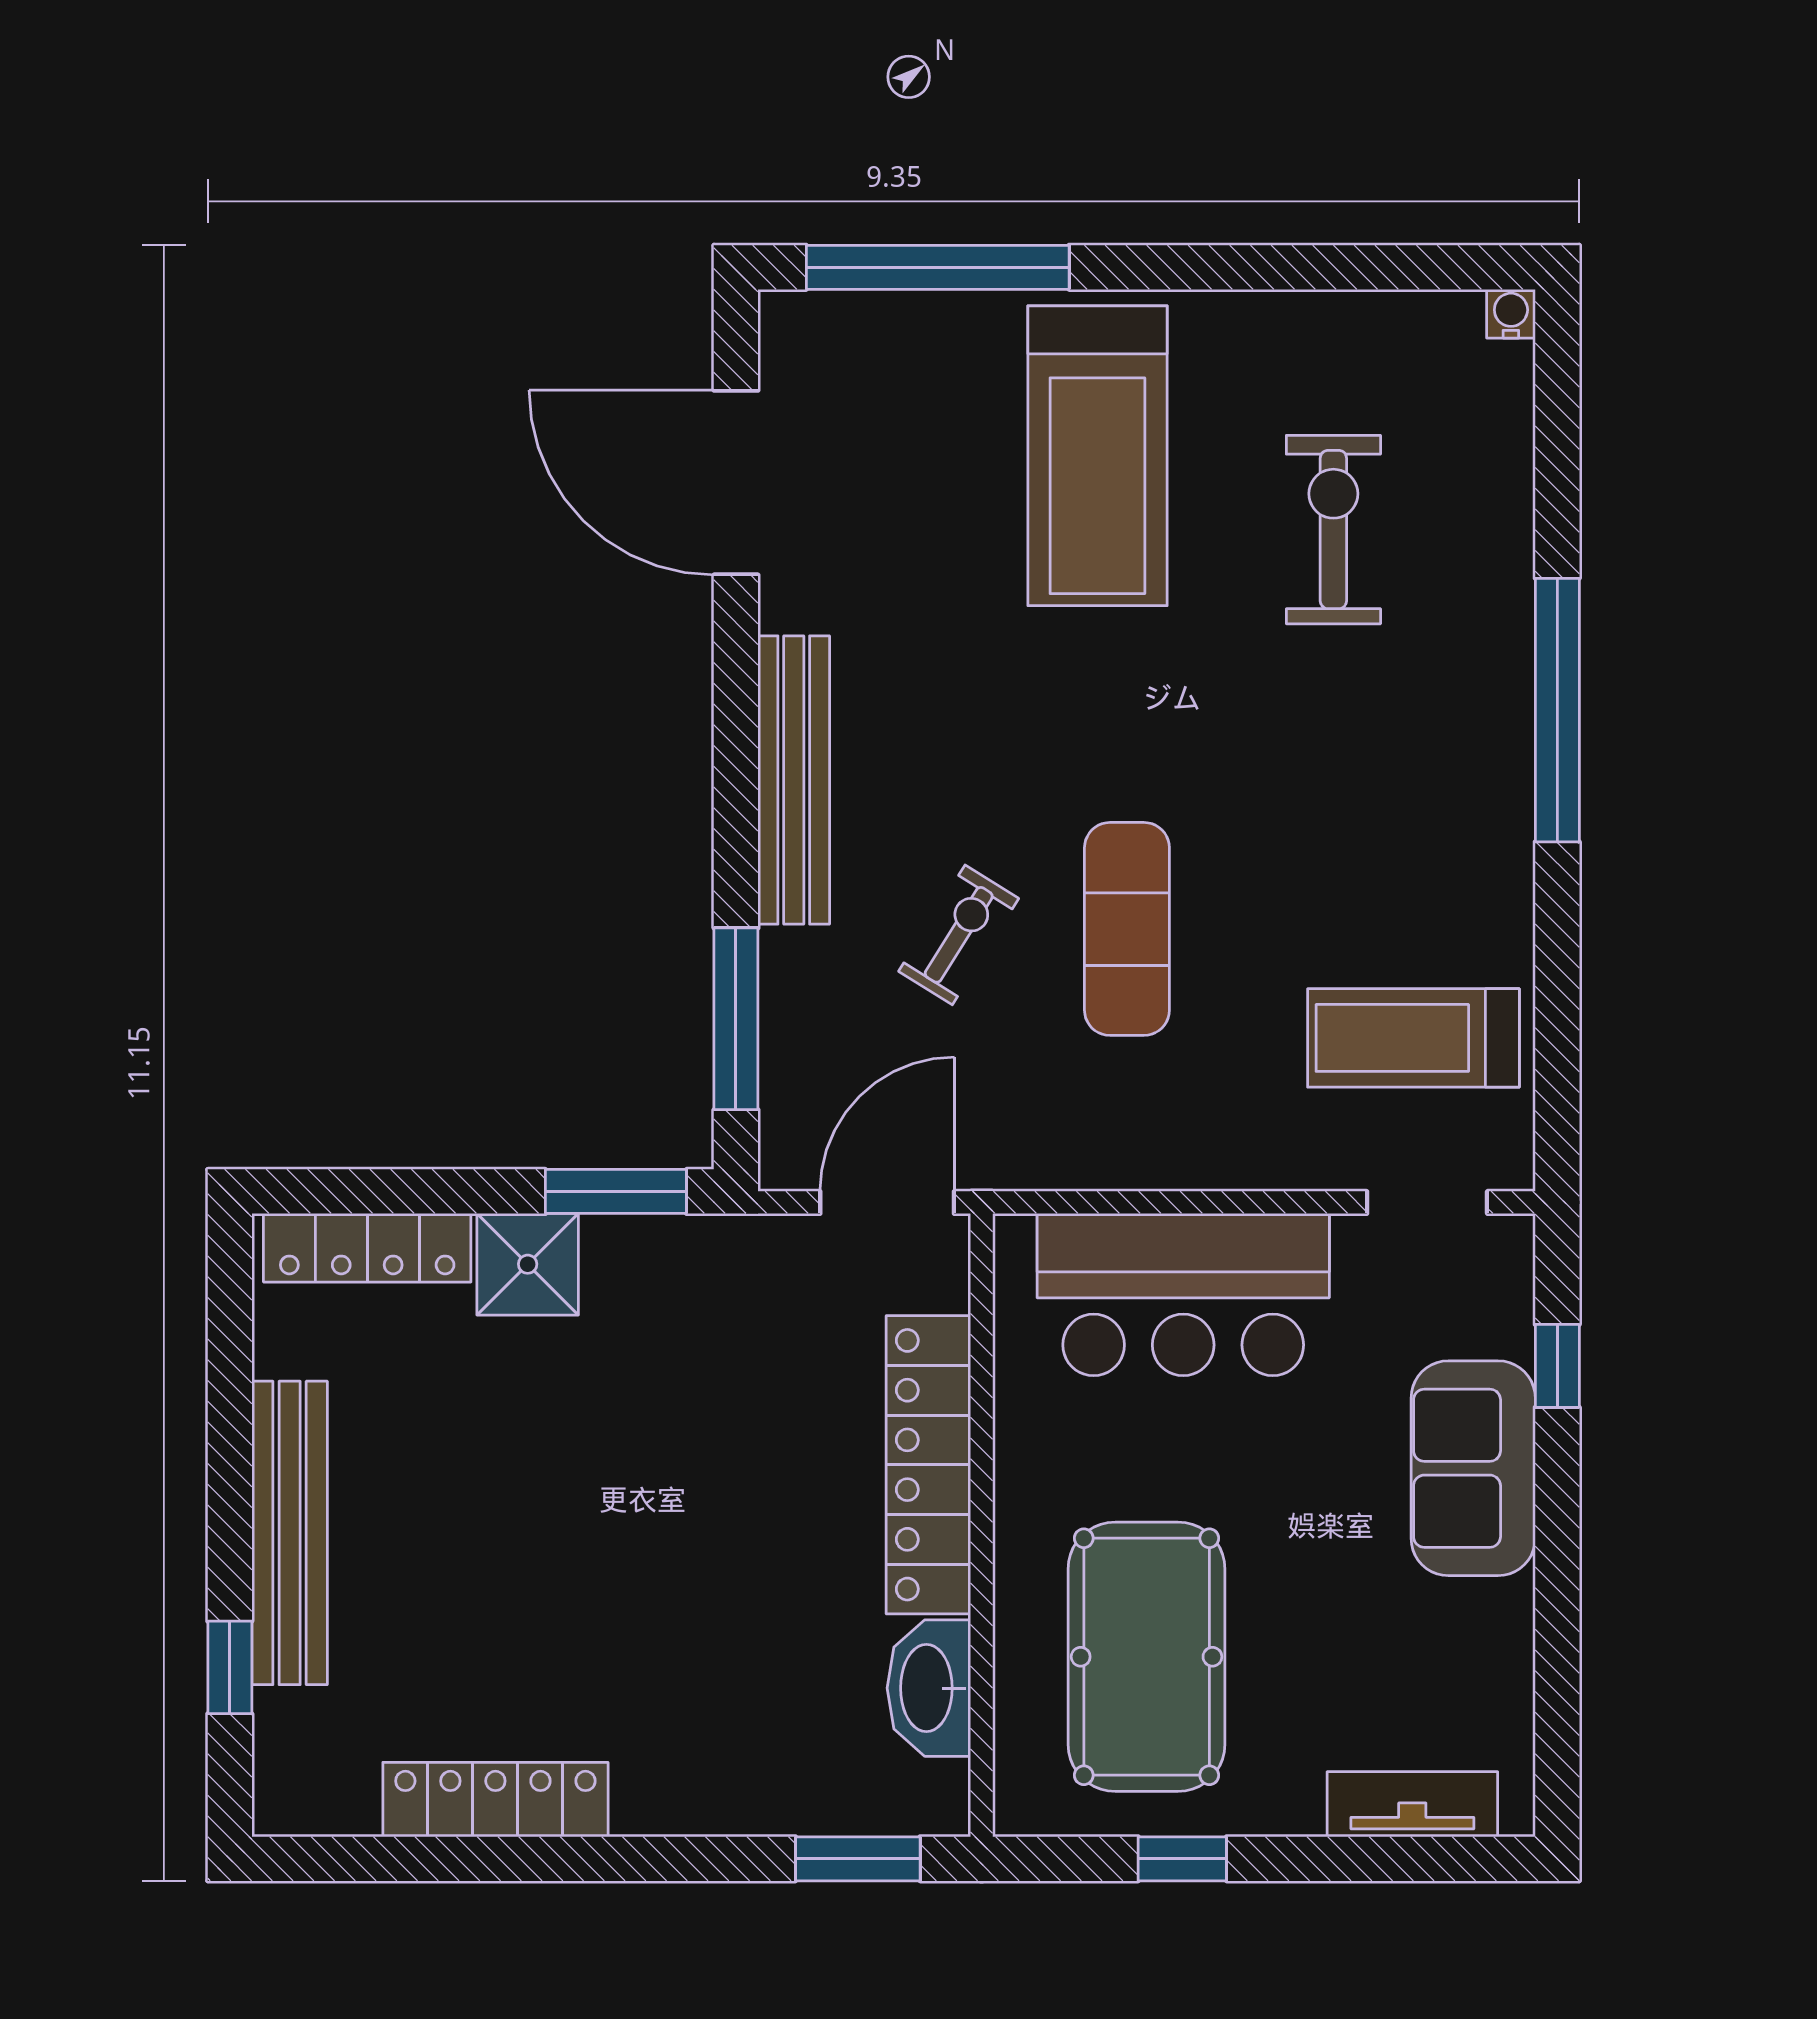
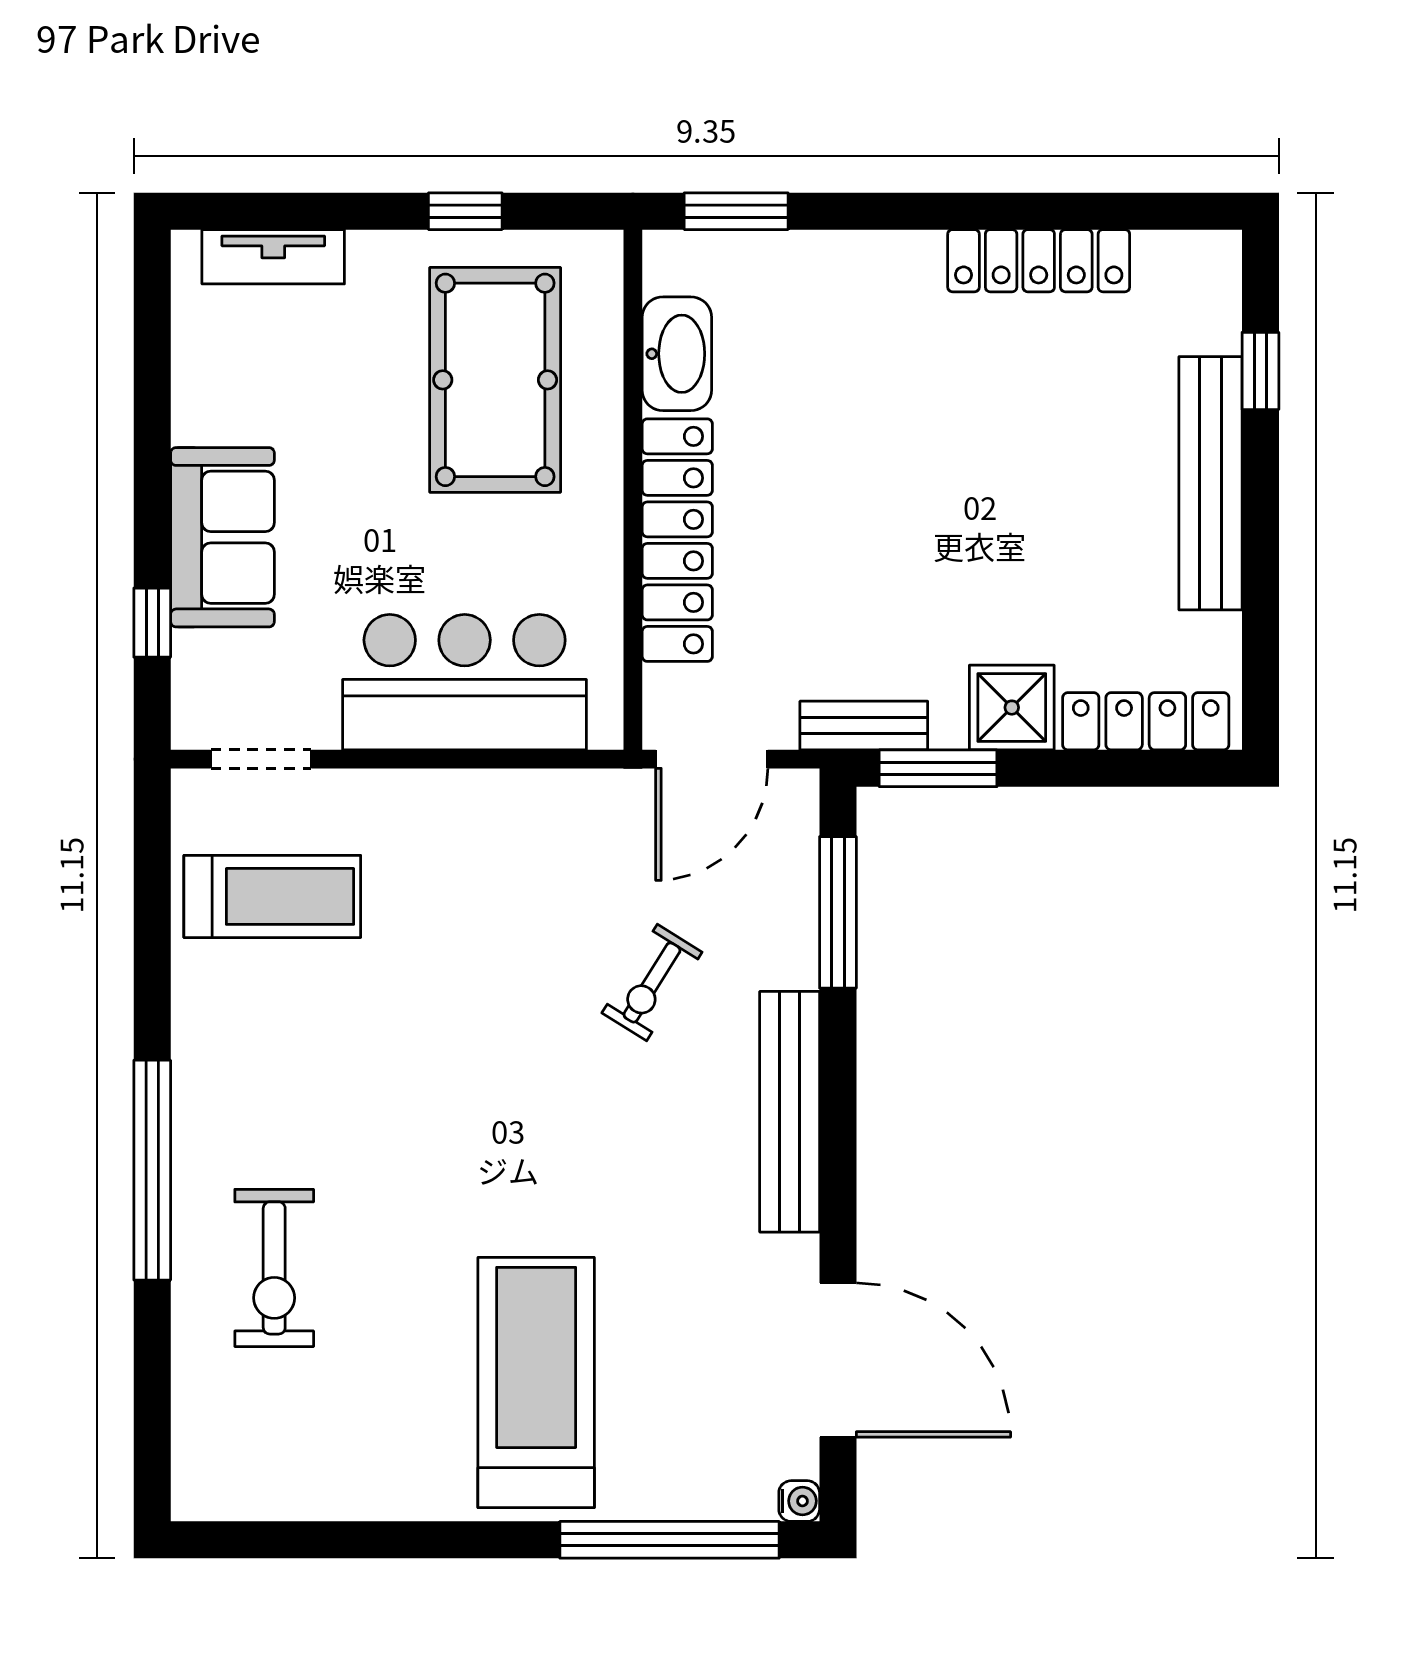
water cooler: (1511, 314) -> (799, 1501), moved, turned -90
exercise bike: (1333, 530) -> (274, 1268), moved
exercise mat: (1127, 929) -> (512, 987), removed
bench: (705, 1243) -> (864, 726), added

